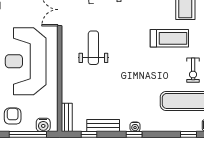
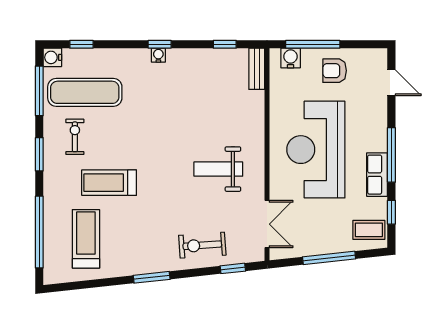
weight bench: (93, 48) -> (218, 169), turned 90
reception desk: (26, 61) -> (316, 150), turned 180
armchair: (13, 116) -> (335, 71), turned 90
bench: (103, 125) -> (204, 57), removed

